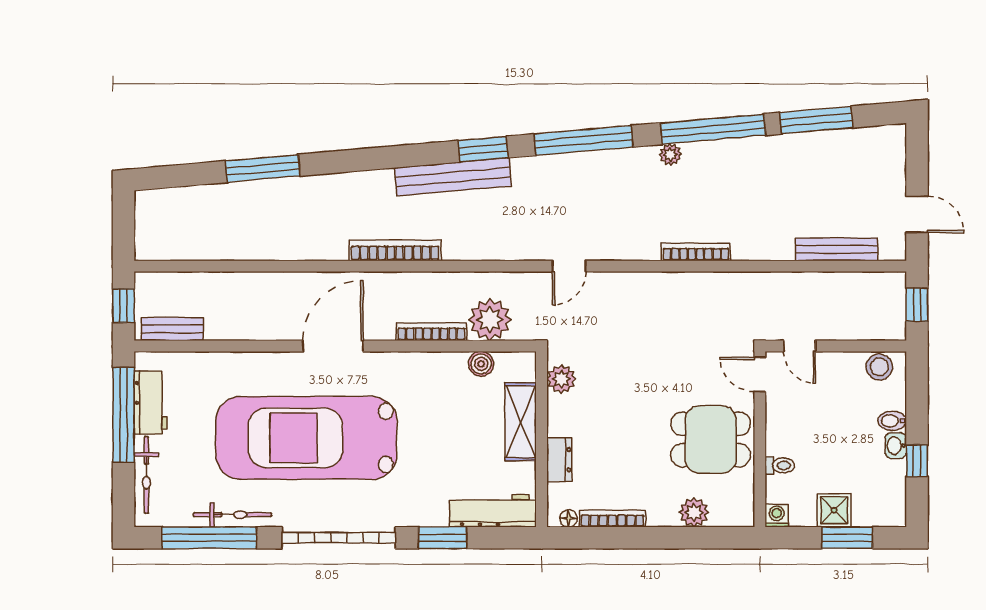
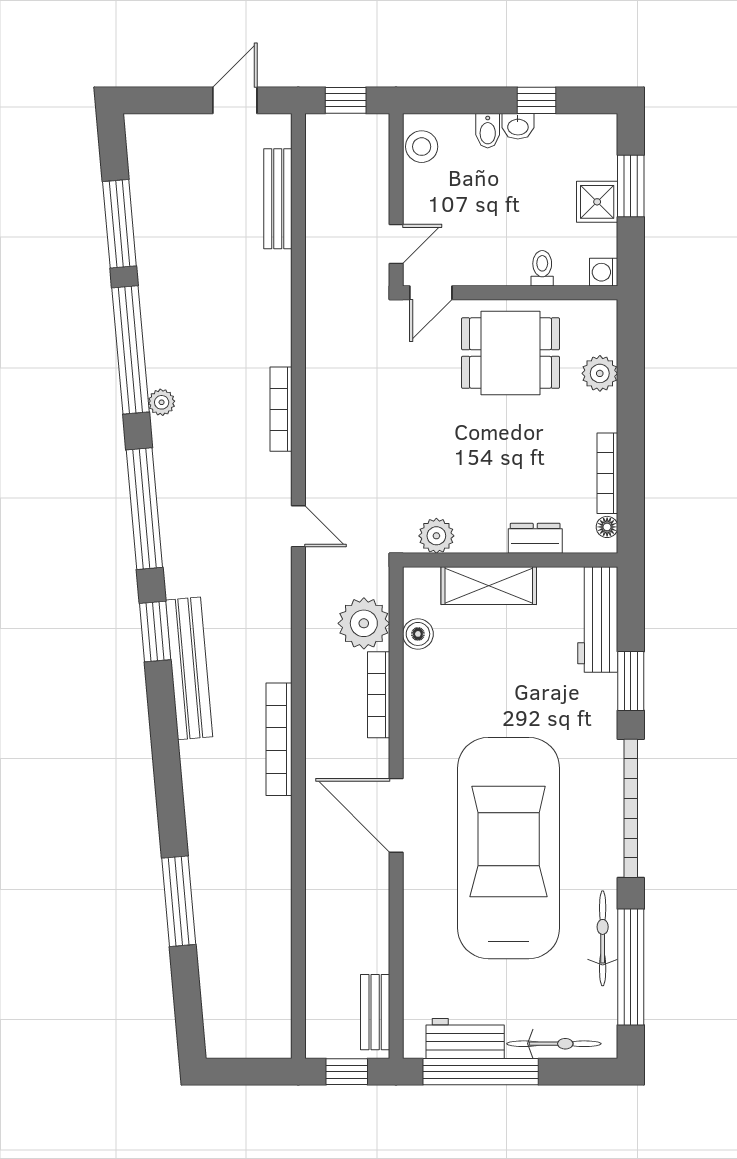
bookcase: (696, 252) -> (281, 409), moved
car: (306, 438) -> (509, 848), turned 180
dining table: (711, 439) -> (510, 353), turned 90

